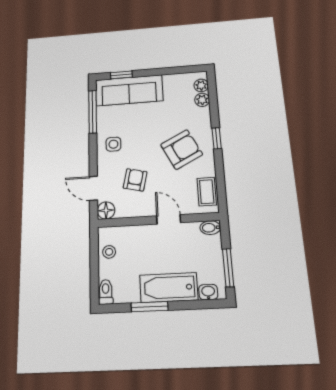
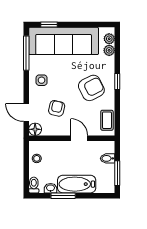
sofa: (129, 90) -> (64, 41), width x1.36, depth x1.27
bidet: (210, 228) -> (107, 158), moved
washbasin: (208, 292) -> (51, 188), moved

